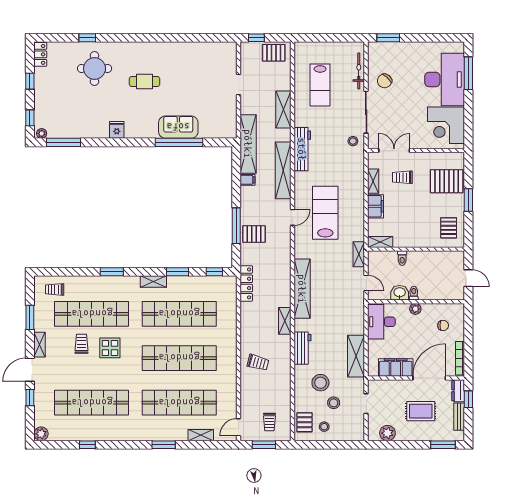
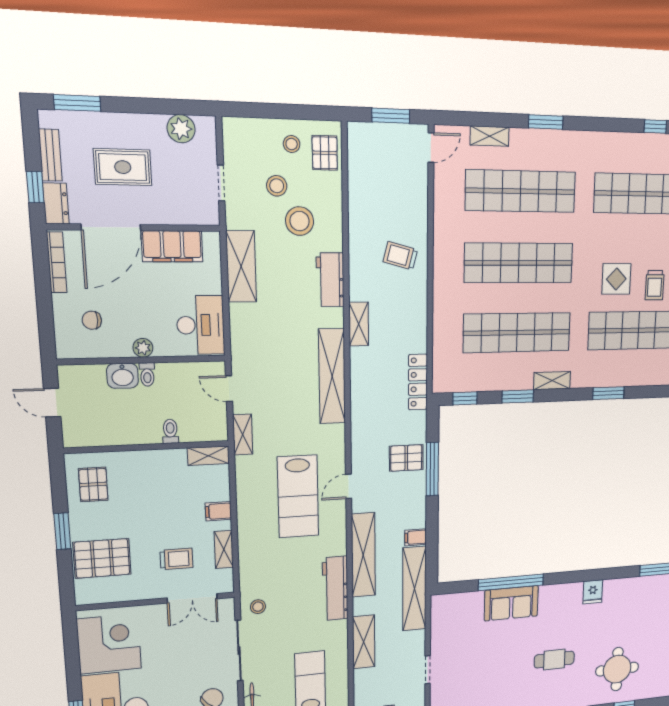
filing cabinet: (375, 206) -> (218, 511), width x0.50
washbasin: (400, 293) -> (123, 376), moved
trolley: (269, 422) -> (382, 155), removed

